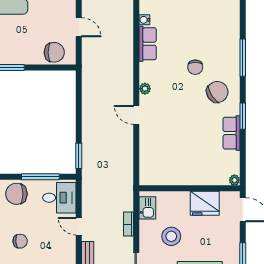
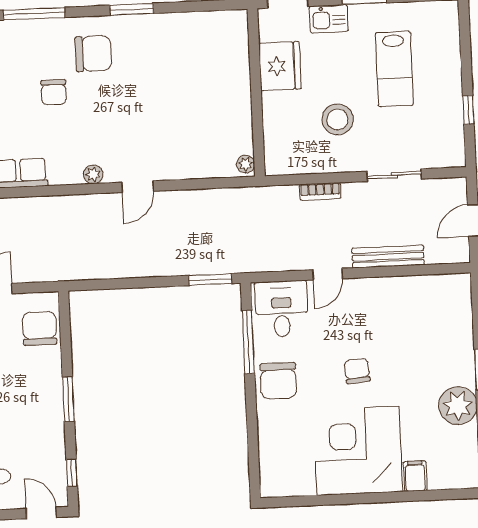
chair: (195, 67) -> (54, 92), turned 90
chair: (217, 92) -> (93, 54), turned 123
row of seats: (232, 133) -> (161, 27), removed
plant: (234, 180) -> (246, 164), moved
kitchen sink: (147, 208) -> (329, 19), moved, turned 180

